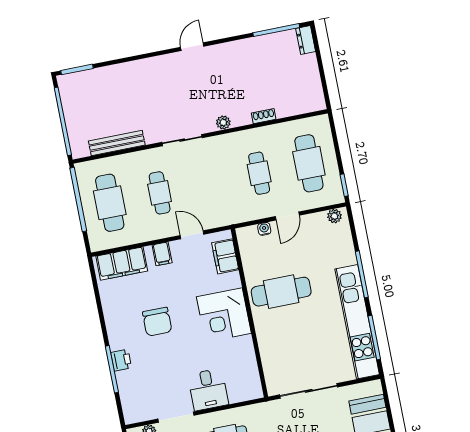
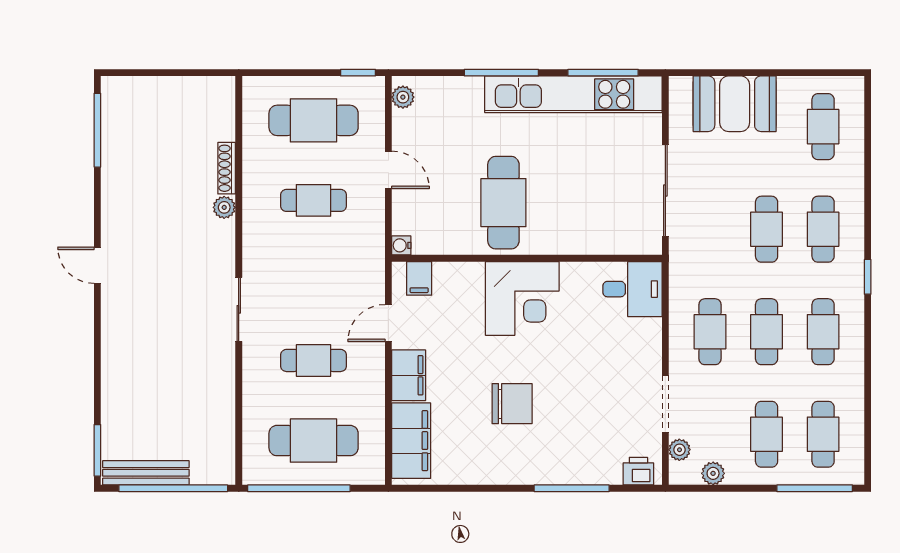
dresser: (306, 40) -> (122, 88), removed
shoe rack: (264, 116) -> (227, 168), width x1.43
plant: (223, 122) -> (224, 207), moved
bench: (117, 143) -> (146, 473), moved, turned 90
water cooler: (264, 229) -> (401, 245), moved
filing cabinet: (162, 254) -> (409, 375), width x2.00
filing cabinet: (225, 256) -> (419, 278), width x0.50
printer: (121, 360) -> (638, 471), moved
desk: (208, 389) -> (632, 289), moved

